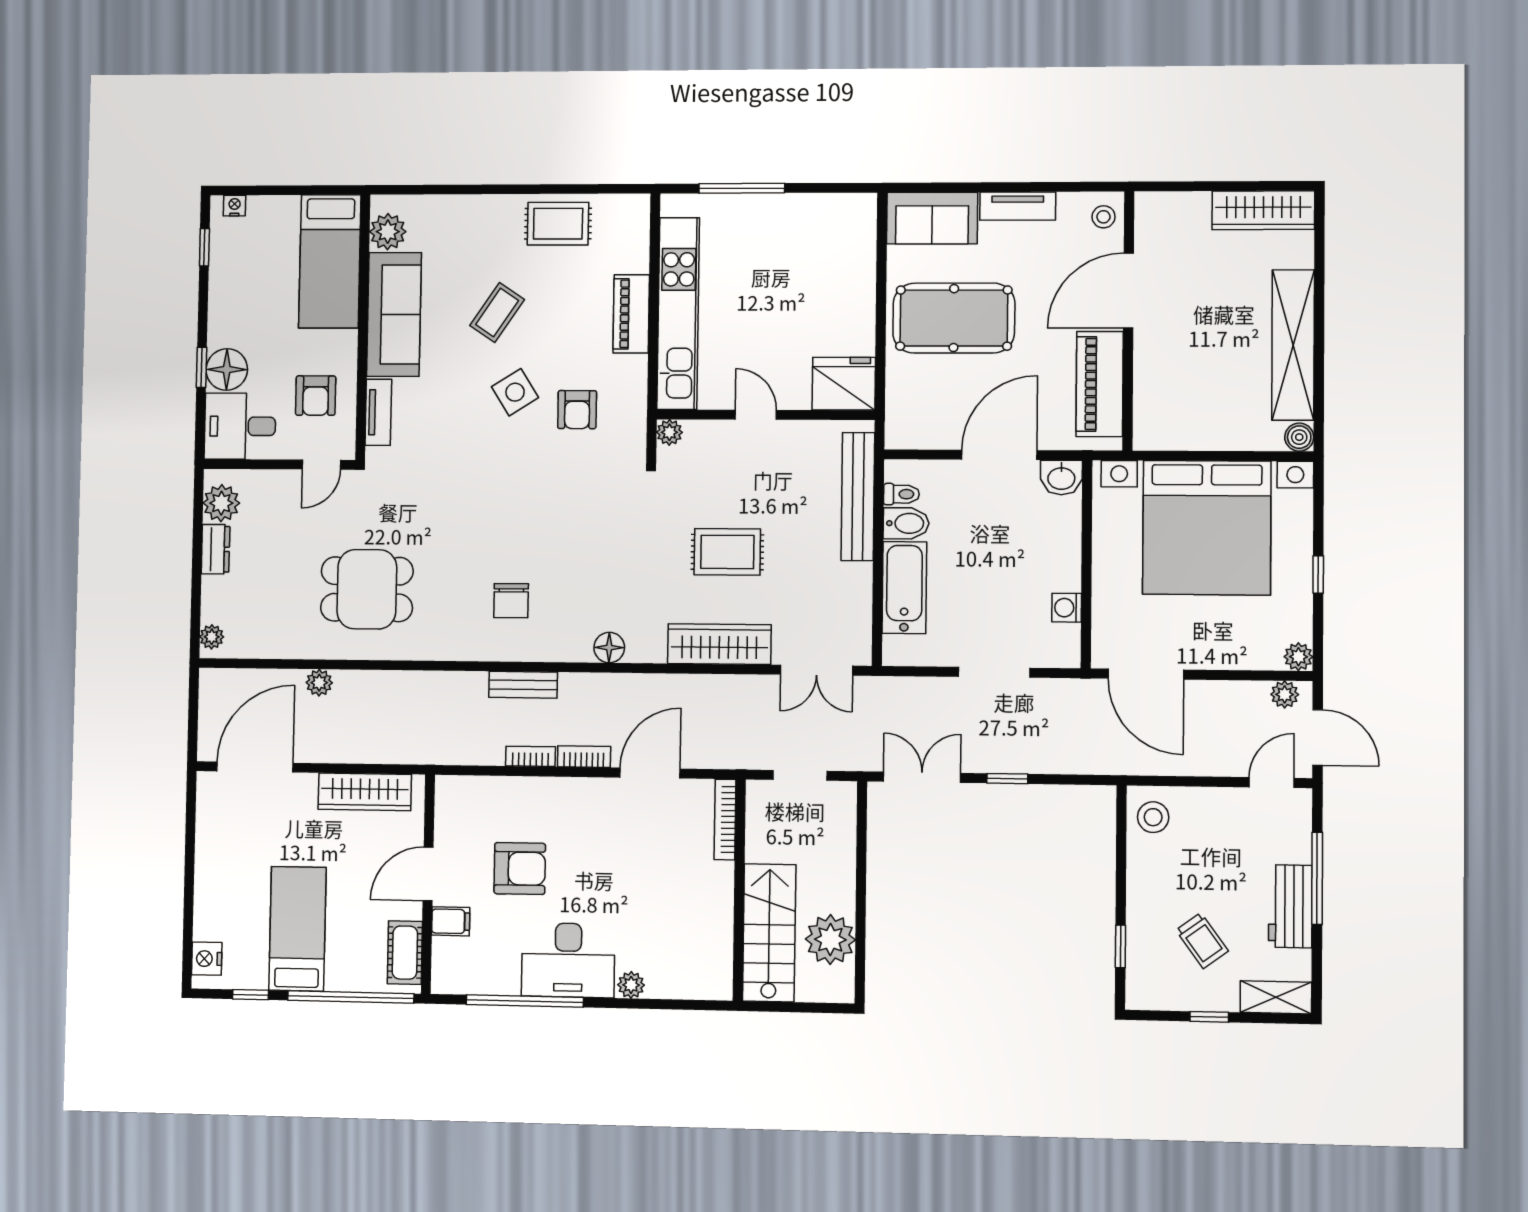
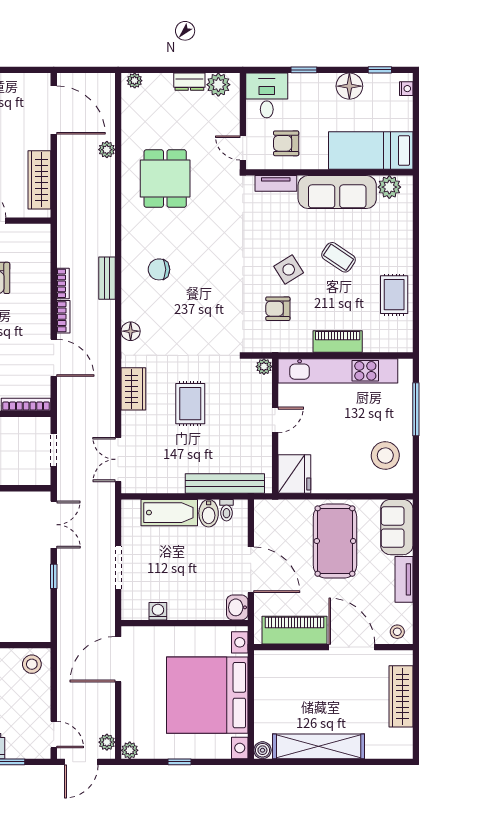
wardrobe: (1263, 210) -> (401, 696), moved
stool: (816, 237) -> (385, 456), added
floor lamp: (227, 370) -> (349, 86), moved
wardrobe: (719, 644) -> (133, 389), width x0.67

